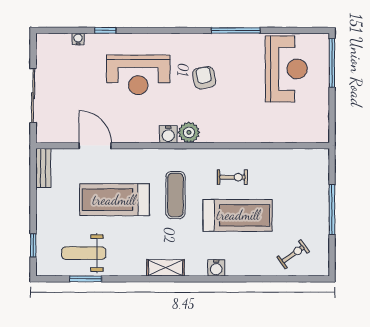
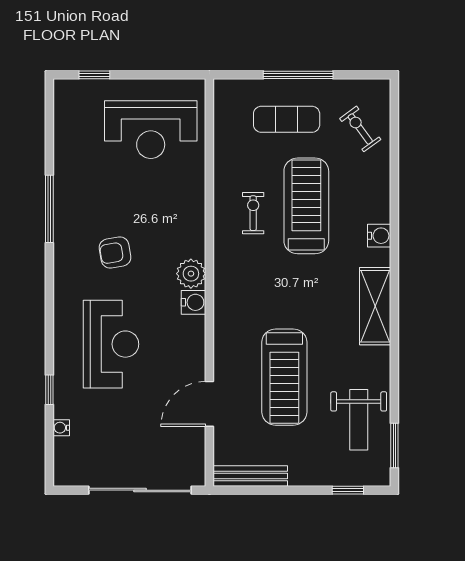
window: (332, 63) -> (94, 75), width x0.46
reception desk: (286, 69) -> (151, 130), moved, turned 180
sliding door: (33, 96) -> (140, 490), width x1.36
bench: (43, 168) -> (250, 476), width x1.36
exercise mat: (175, 195) -> (287, 119), moved
shelving: (166, 268) -> (375, 306), width x1.50, depth x1.33
window: (86, 279) -> (394, 445), moved

